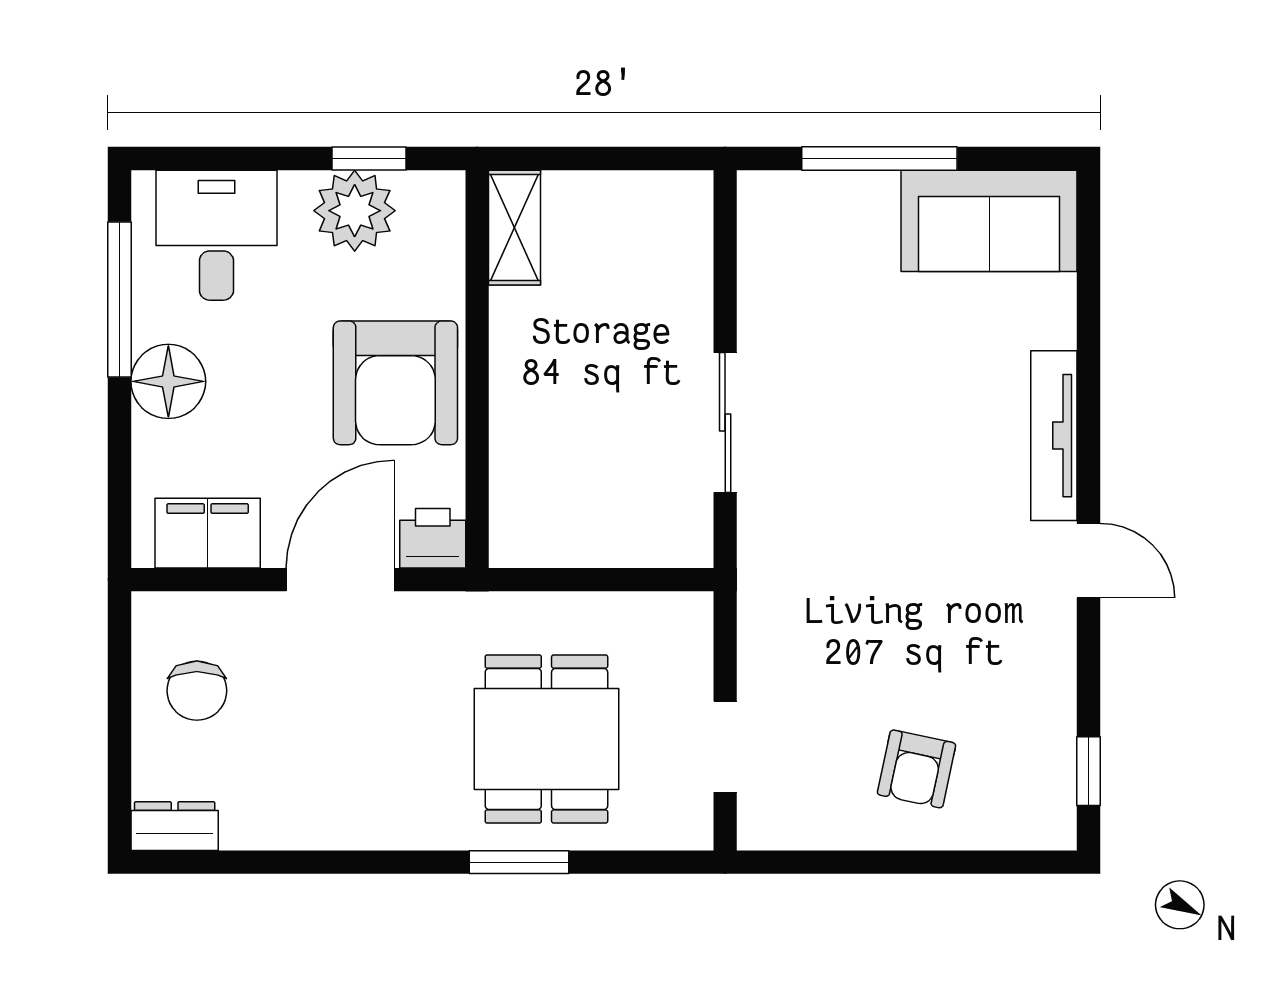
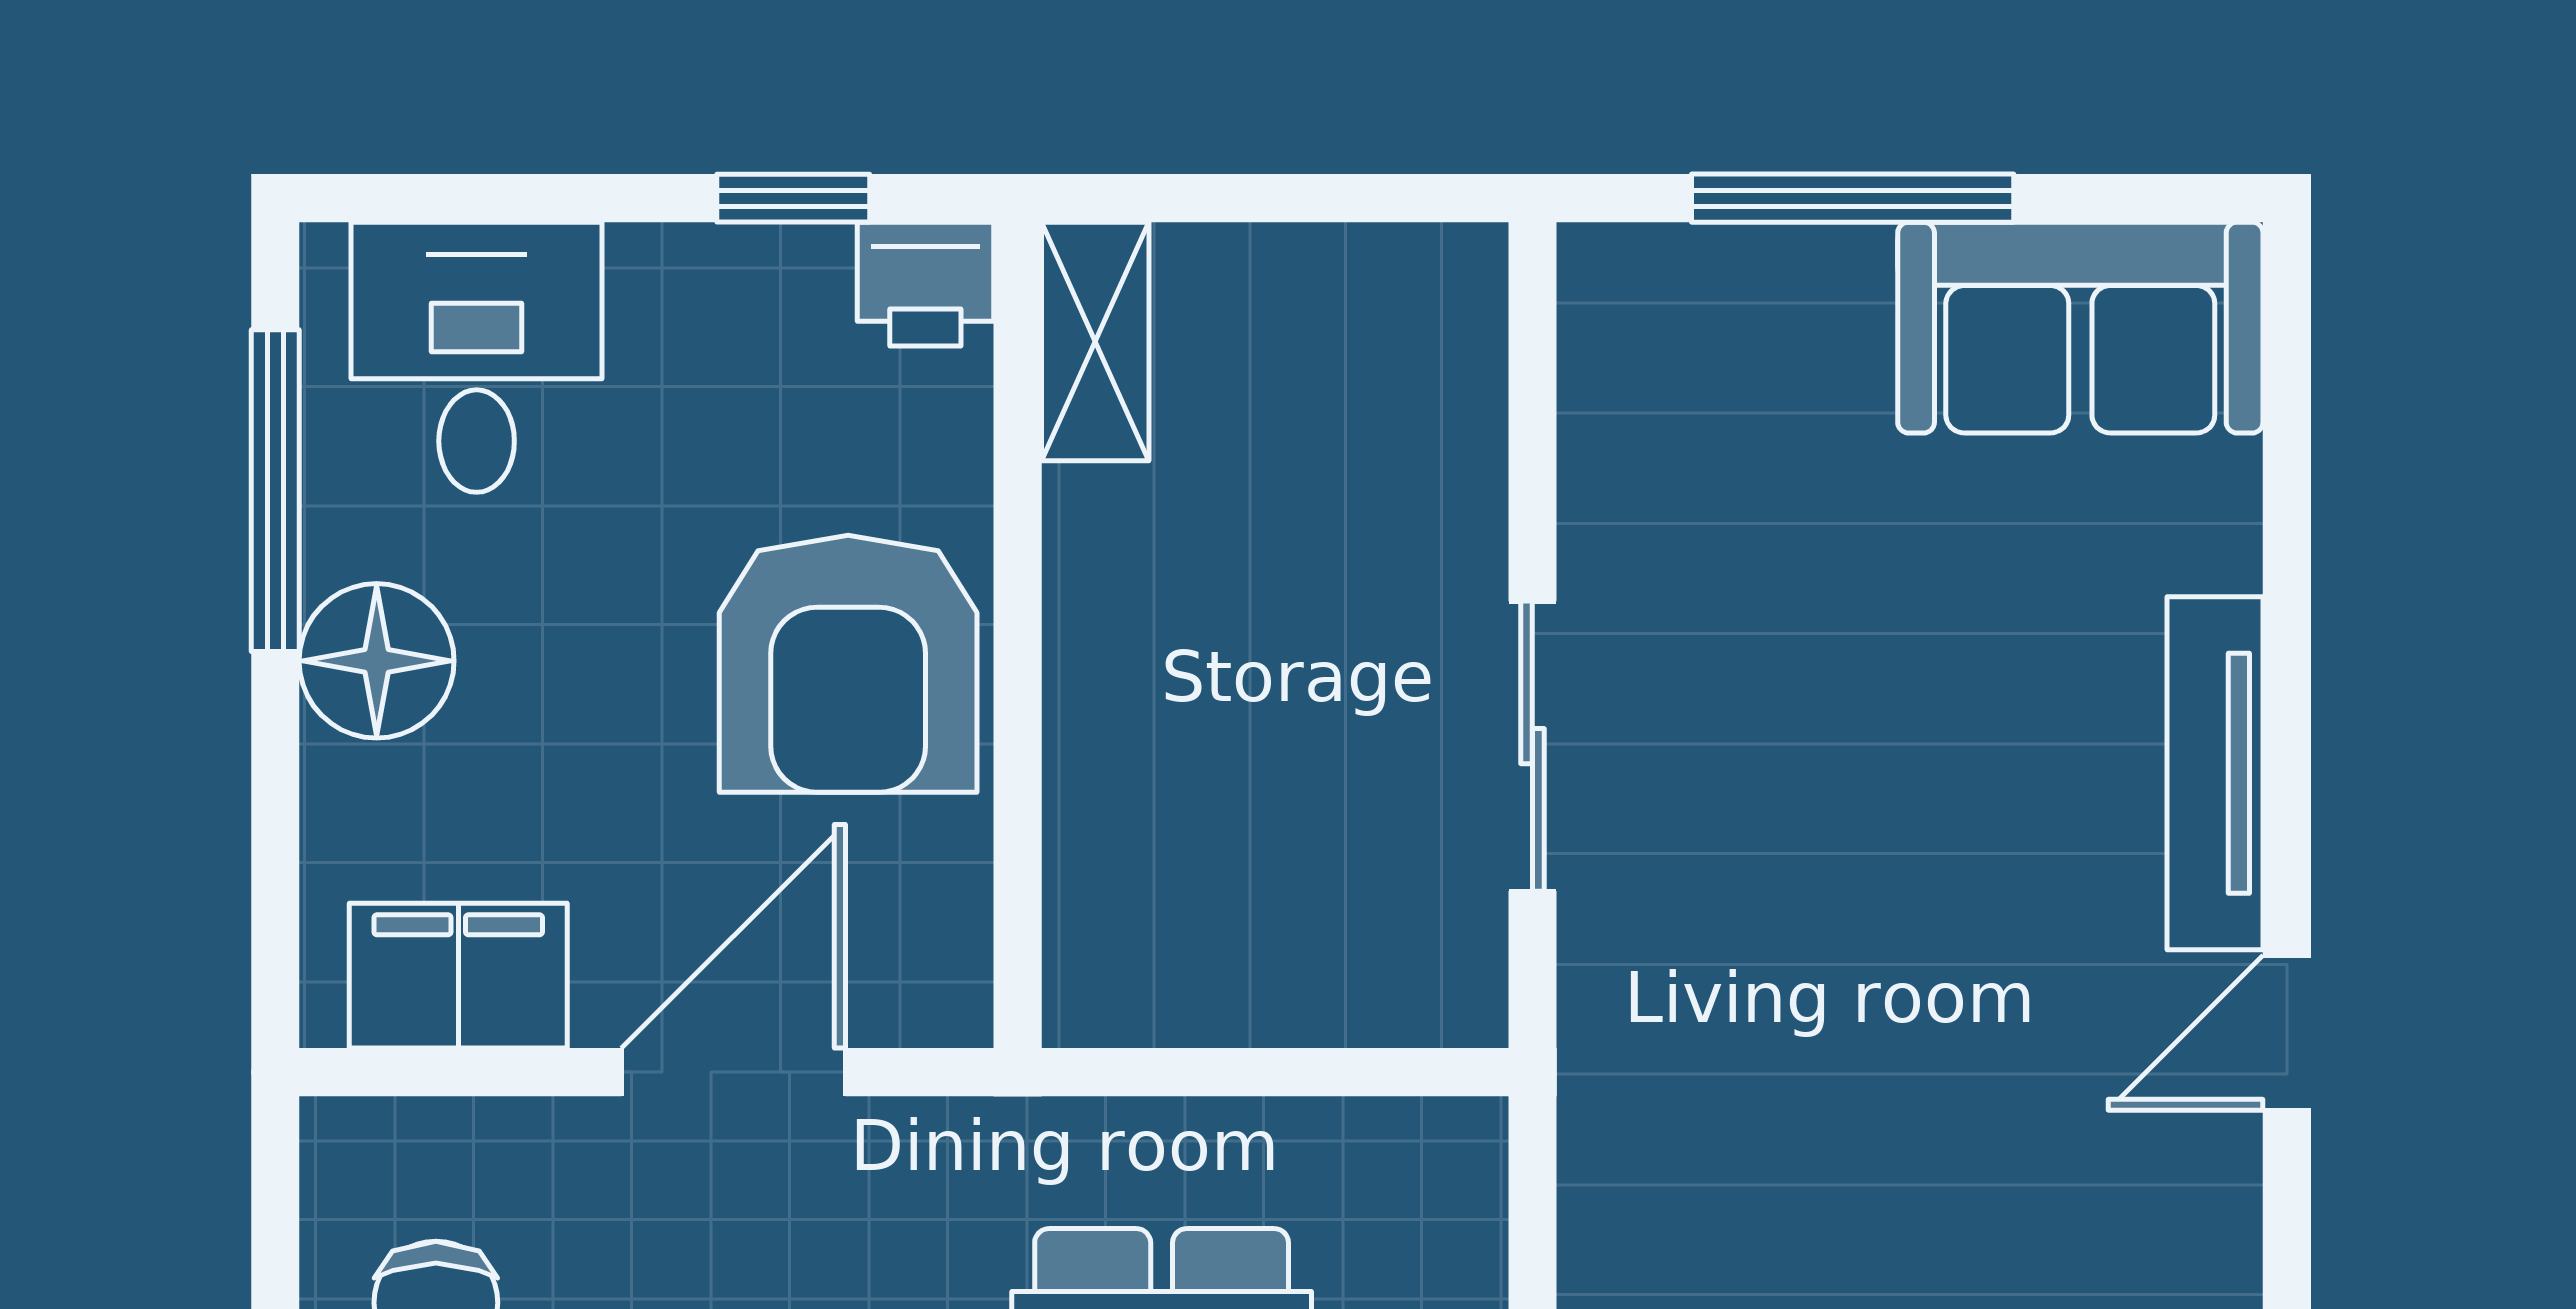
plant: (355, 211) -> (763, 306), removed
printer: (433, 538) -> (925, 284), moved, turned 180
door: (1088, 561) -> (2287, 1033), swing flipped

